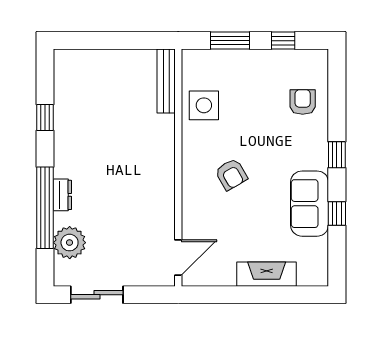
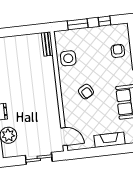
bench: (166, 81) -> (47, 44), width x0.73
door: (178, 257) -> (64, 137), hinge flipped
sliding door: (97, 295) -> (39, 158), moved

